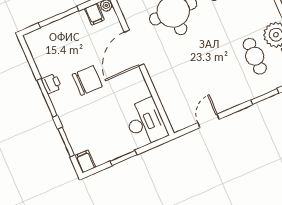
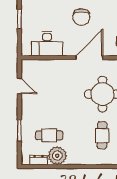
door: (134, 48) -> (89, 58), hinge flipped
desk: (145, 122) -> (47, 44), moved

